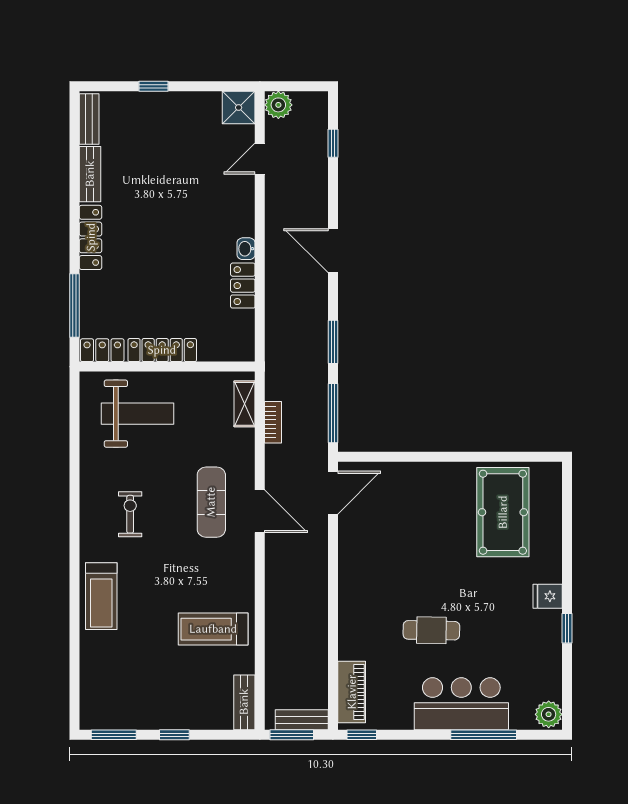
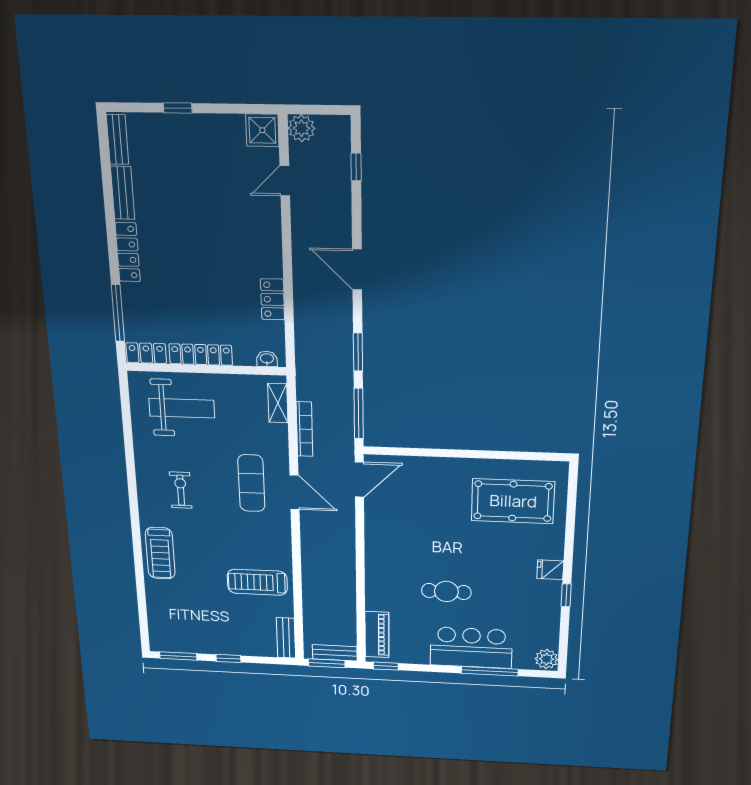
washbasin: (246, 249) -> (267, 359), moved, turned 90
bookcase: (273, 422) -> (304, 429), width x1.56
pool table: (503, 512) -> (513, 501), turned 90

